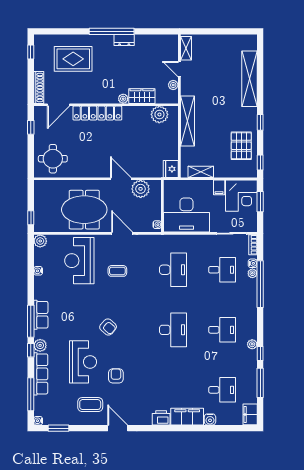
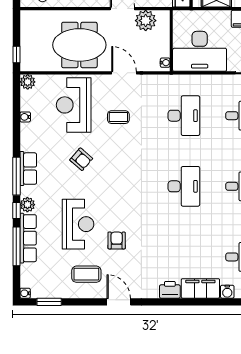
armchair: (108, 327) -> (81, 159), moved
window: (31, 394) -> (16, 246), moved

